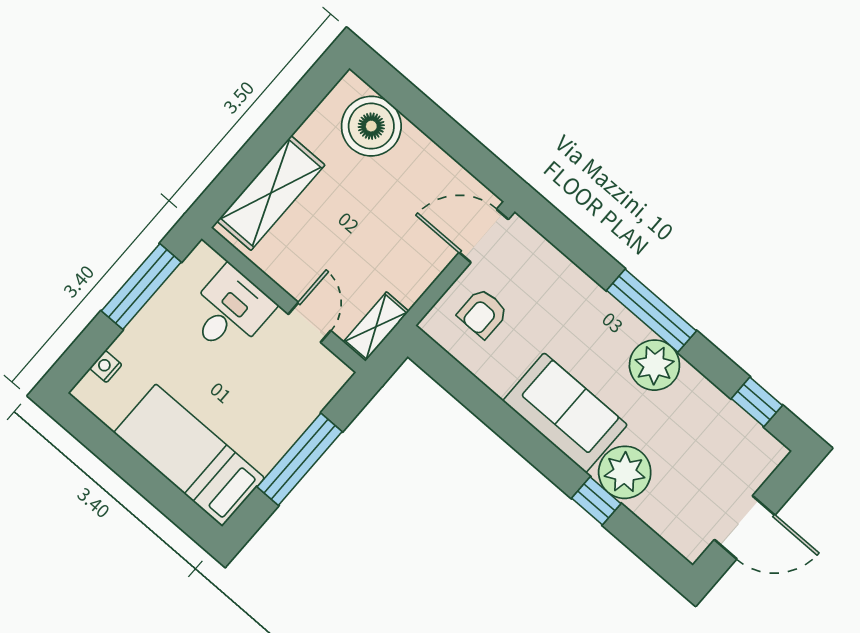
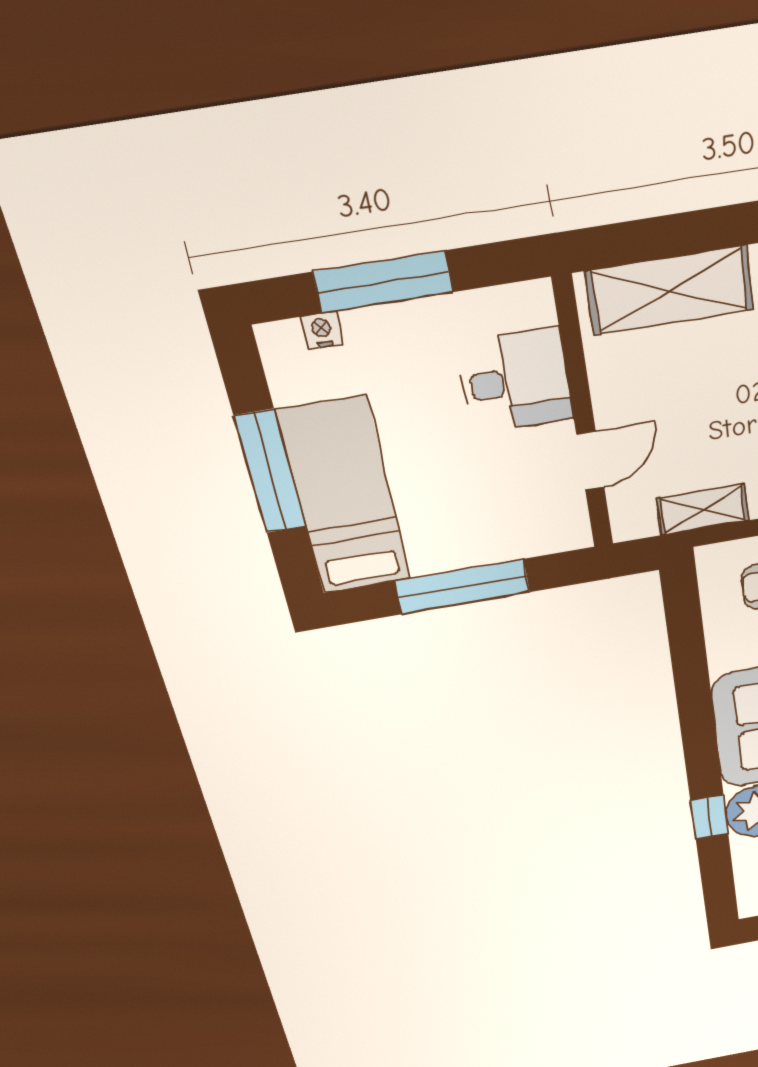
window: (141, 286) -> (383, 282), moved
shelving: (376, 327) -> (703, 510), moved
window: (137, 472) -> (270, 472), added

